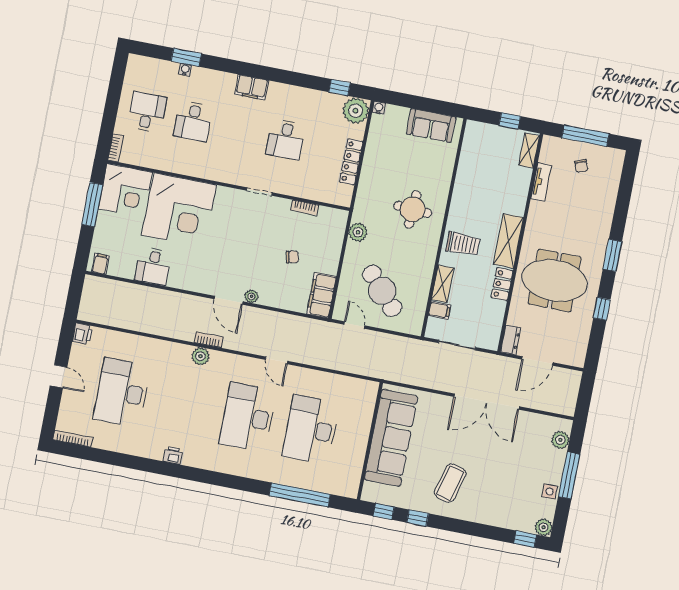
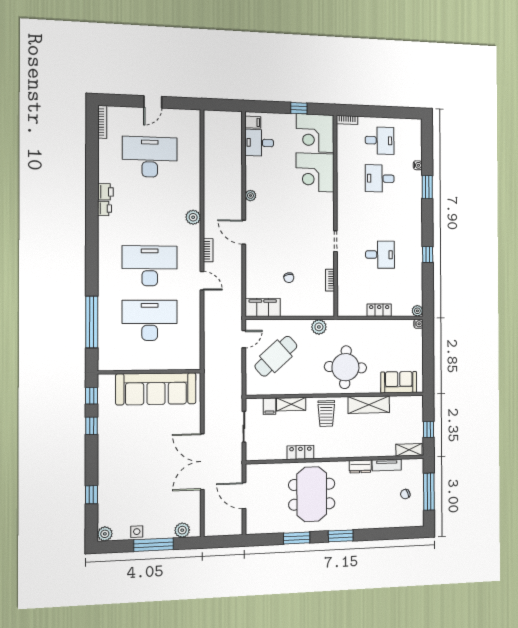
window: (186, 57) -> (427, 187), moved
filing cabinet: (252, 87) -> (415, 220), removed
window: (340, 87) -> (428, 255), moved
plant: (356, 111) -> (417, 311), width x0.53, depth x0.53
sofa: (431, 126) -> (399, 382), moved, turned 90
desk: (286, 139) -> (380, 255), turned 180
locker: (351, 162) -> (379, 310), width x0.66
window: (92, 205) -> (299, 108), width x0.46
round table: (413, 209) -> (345, 367), width x1.36, depth x1.36
corner desk: (179, 210) -> (315, 172), width x0.74, depth x0.74
shelving: (508, 241) -> (369, 405), moved
desk: (153, 266) -> (259, 143), moved
plant: (251, 296) -> (250, 196), moved
door: (229, 300) -> (244, 232), hinge flipped
window: (602, 309) -> (297, 538), width x1.50
printer: (83, 334) -> (105, 192), moved, turned -90
bookcase: (209, 340) -> (208, 250), moved
dresser: (511, 340) -> (360, 466), moved
door: (277, 360) -> (202, 281), swing flipped
coffee table: (450, 483) -> (127, 447), removed
window: (525, 539) -> (91, 495), moved

